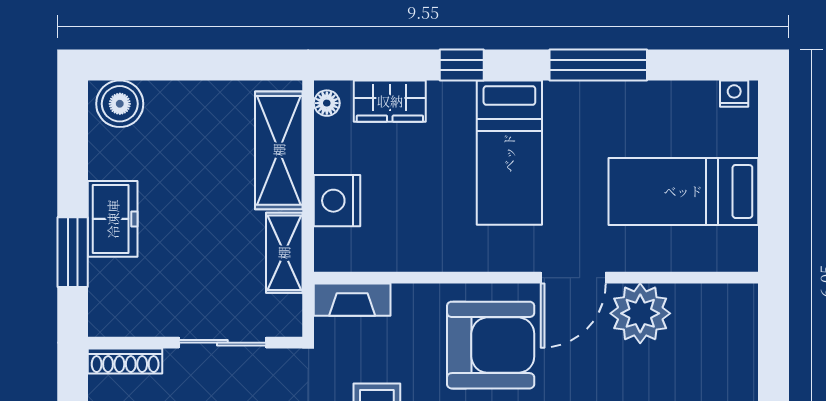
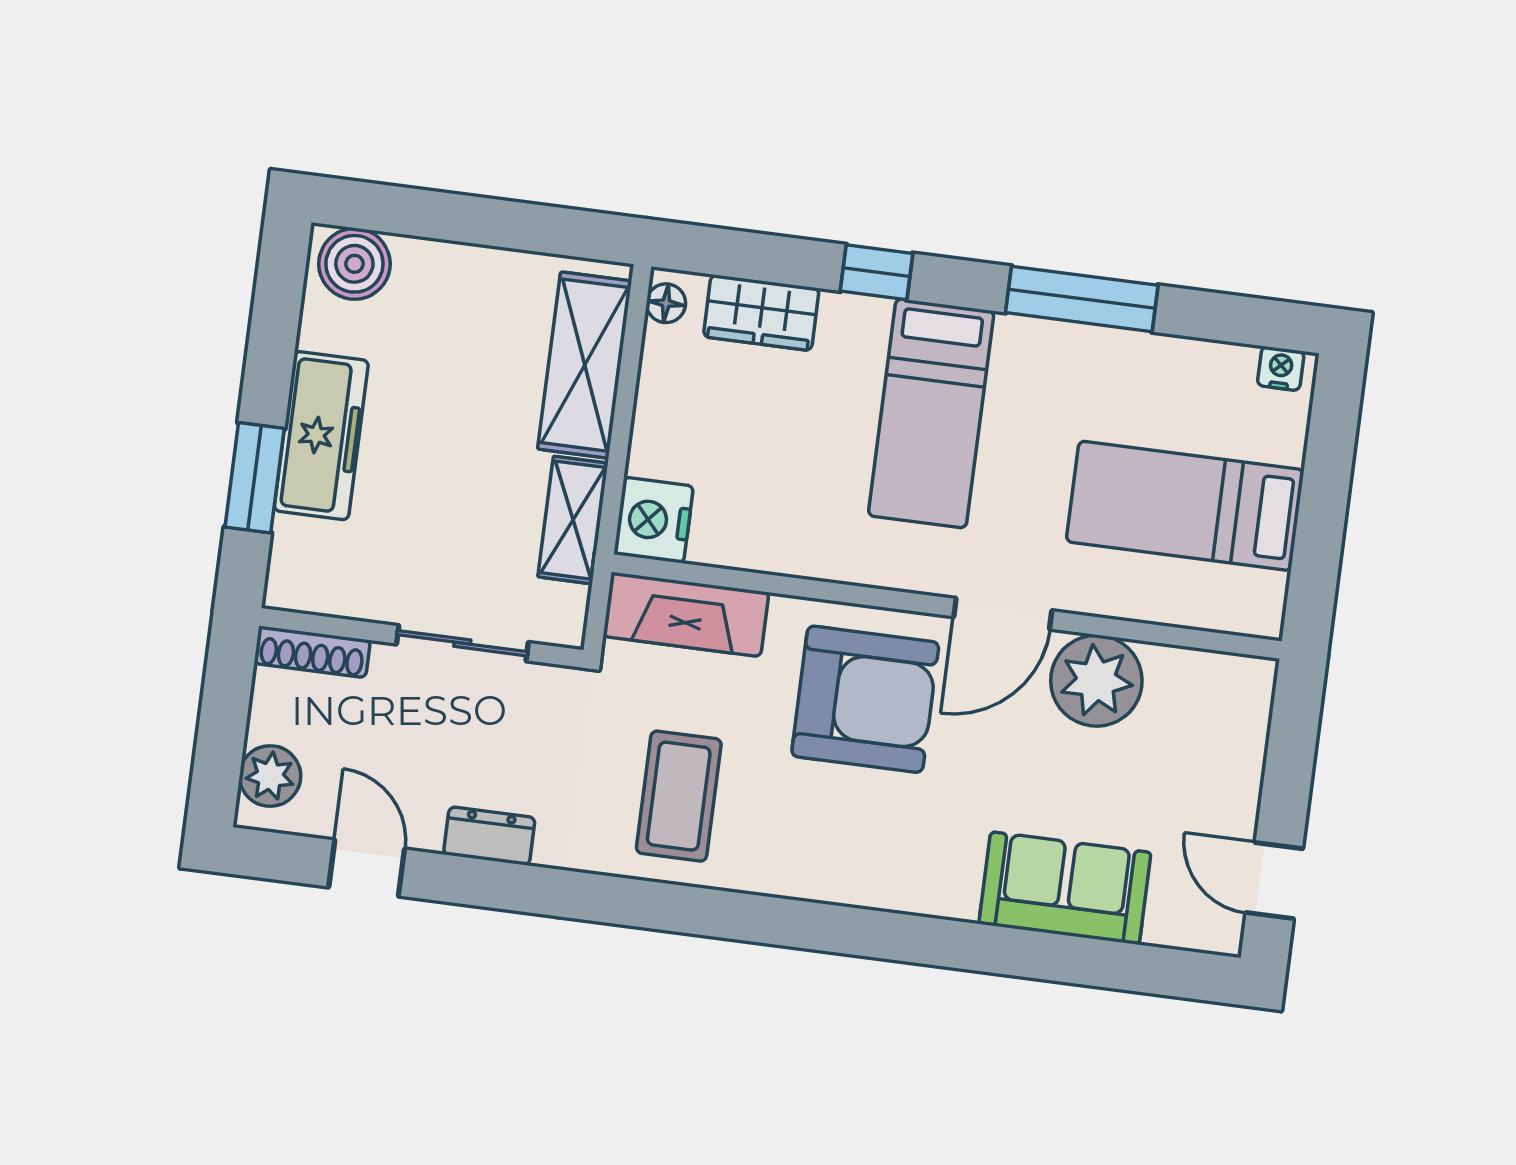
nightstand: (337, 201) -> (654, 520), moved
freezer: (113, 219) -> (321, 436), width x1.40
fireplace: (352, 300) -> (686, 614), width x1.37, depth x1.32

